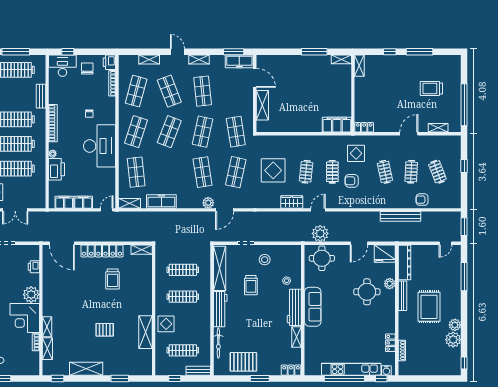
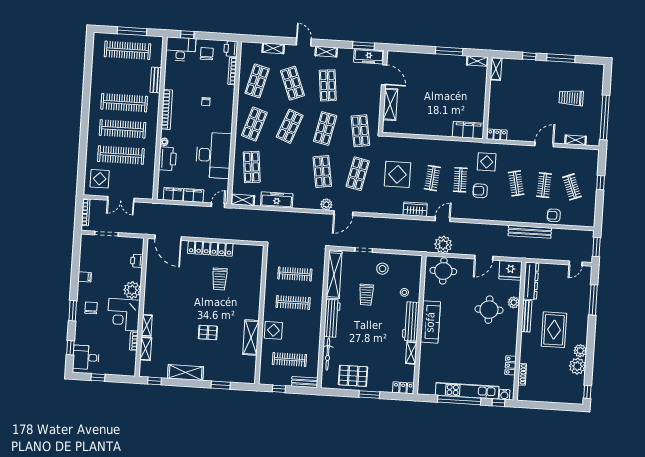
desk: (100, 146) -> (214, 155), moved
shelving: (142, 250) -> (252, 250), removed

